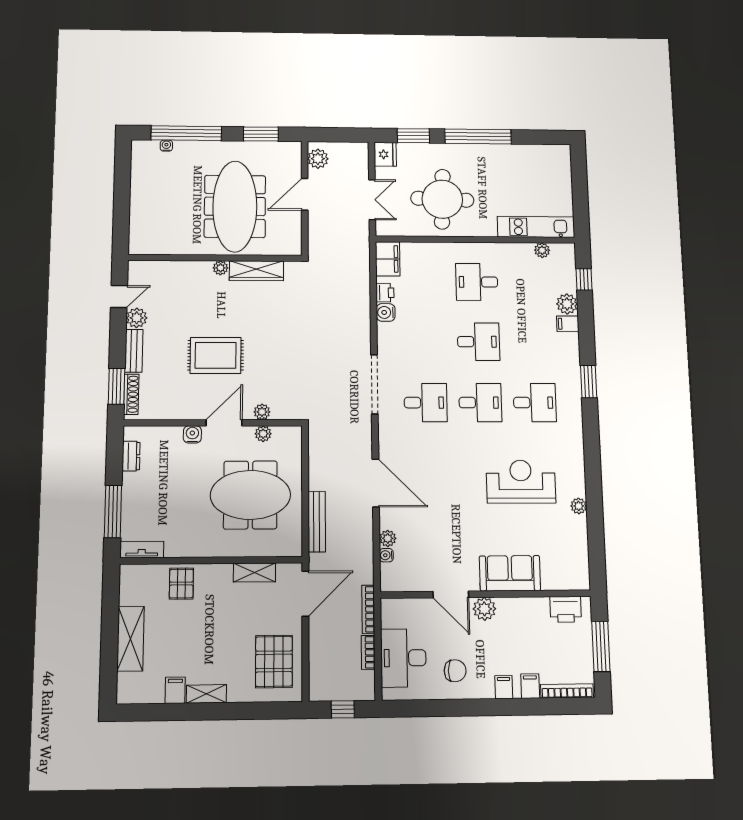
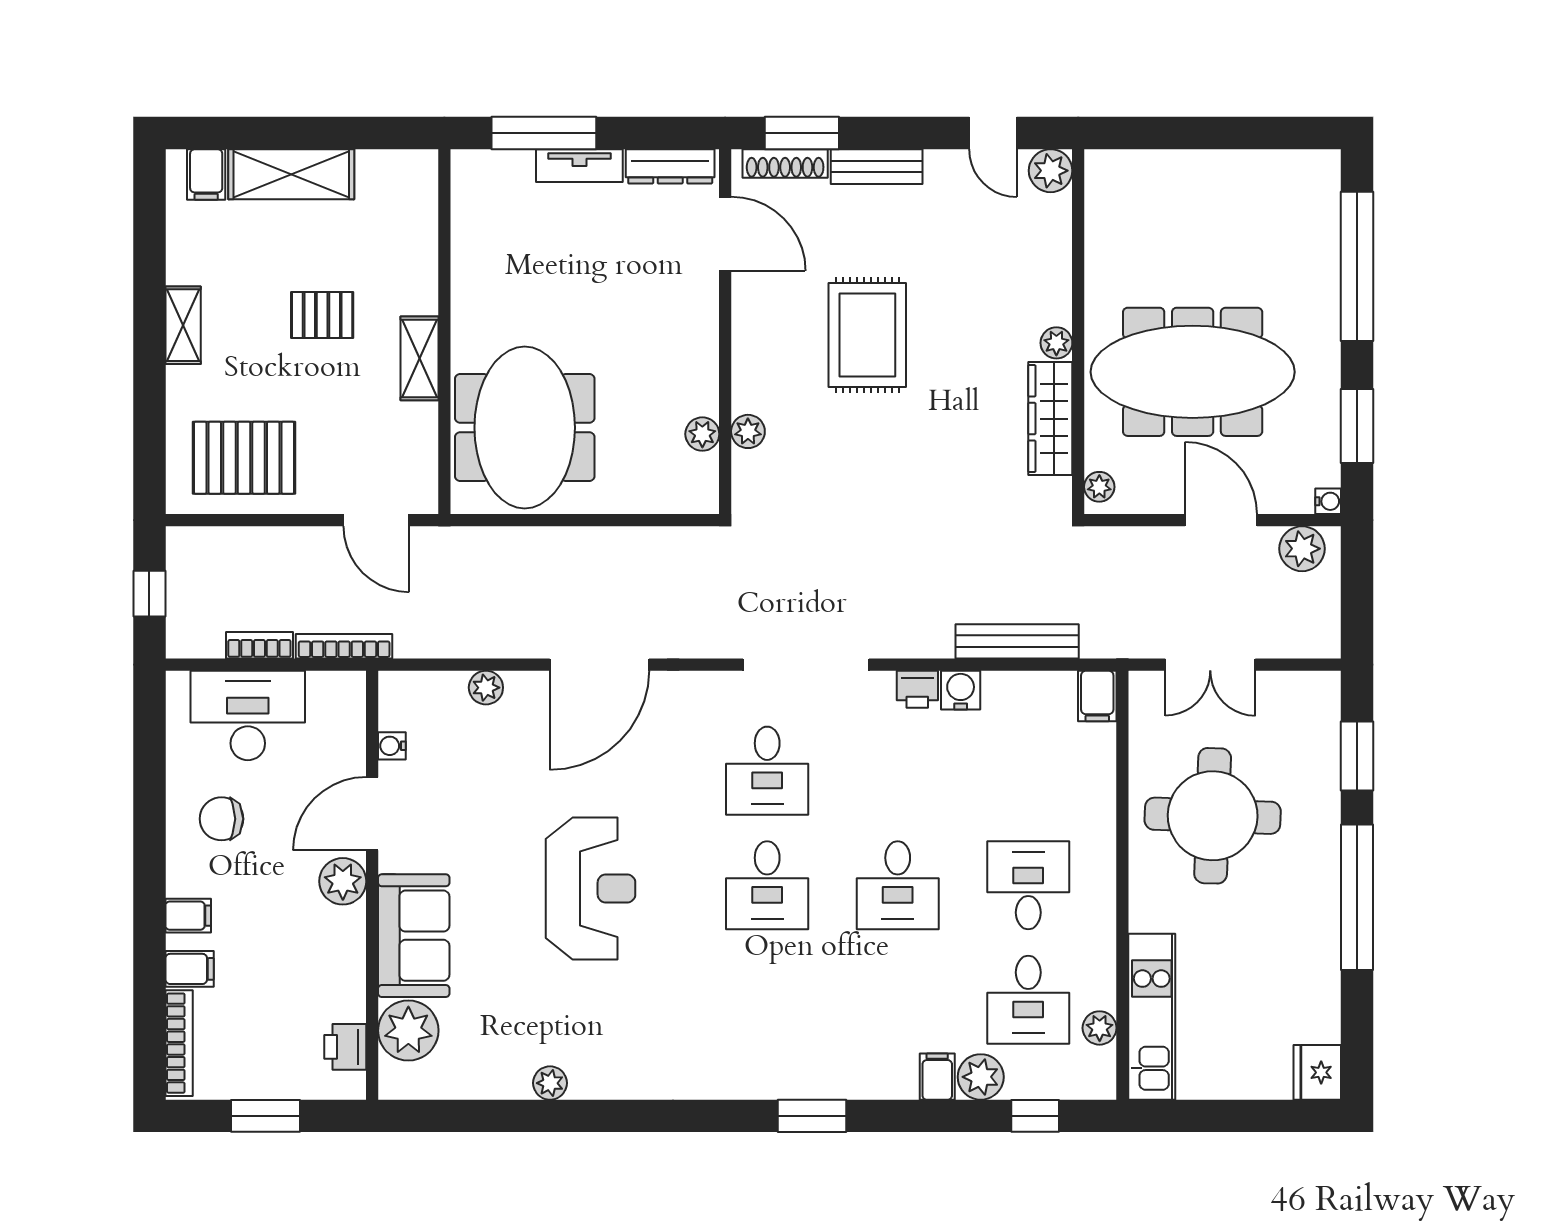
water cooler: (166, 146) -> (1328, 501), moved
fridge: (385, 154) -> (1317, 1072), moved, turned 90
plant: (289, 249) -> (1099, 487), added
filing cabinet: (388, 259) -> (1097, 696), width x0.50
printer: (385, 293) -> (917, 689), moved
plant: (137, 318) -> (1051, 171), moved
desk: (535, 403) -> (1028, 1000), moved
door: (224, 423) -> (725, 234), moved
water cooler: (192, 434) -> (701, 290), removed
dresser: (131, 456) -> (670, 166), width x1.44
reception desk: (521, 482) -> (591, 888), moved
meeting table: (250, 495) -> (525, 428), moved
bench: (317, 522) -> (1017, 641), moved
tv unit: (142, 550) -> (579, 166), moved, turned 90
water cooler: (386, 555) -> (392, 746), moved, turned -90
shelving: (254, 573) -> (419, 358), moved
plant: (556, 576) -> (408, 1031), added
pallet: (181, 584) -> (322, 315), moved
door: (305, 594) -> (376, 520), width x0.73
printer: (566, 609) -> (345, 1047), width x0.73, depth x0.81
window: (601, 646) -> (266, 1116), width x0.69
chair: (455, 671) -> (221, 819), turned 90
filing cabinet: (175, 690) -> (206, 174), moved, turned 90

